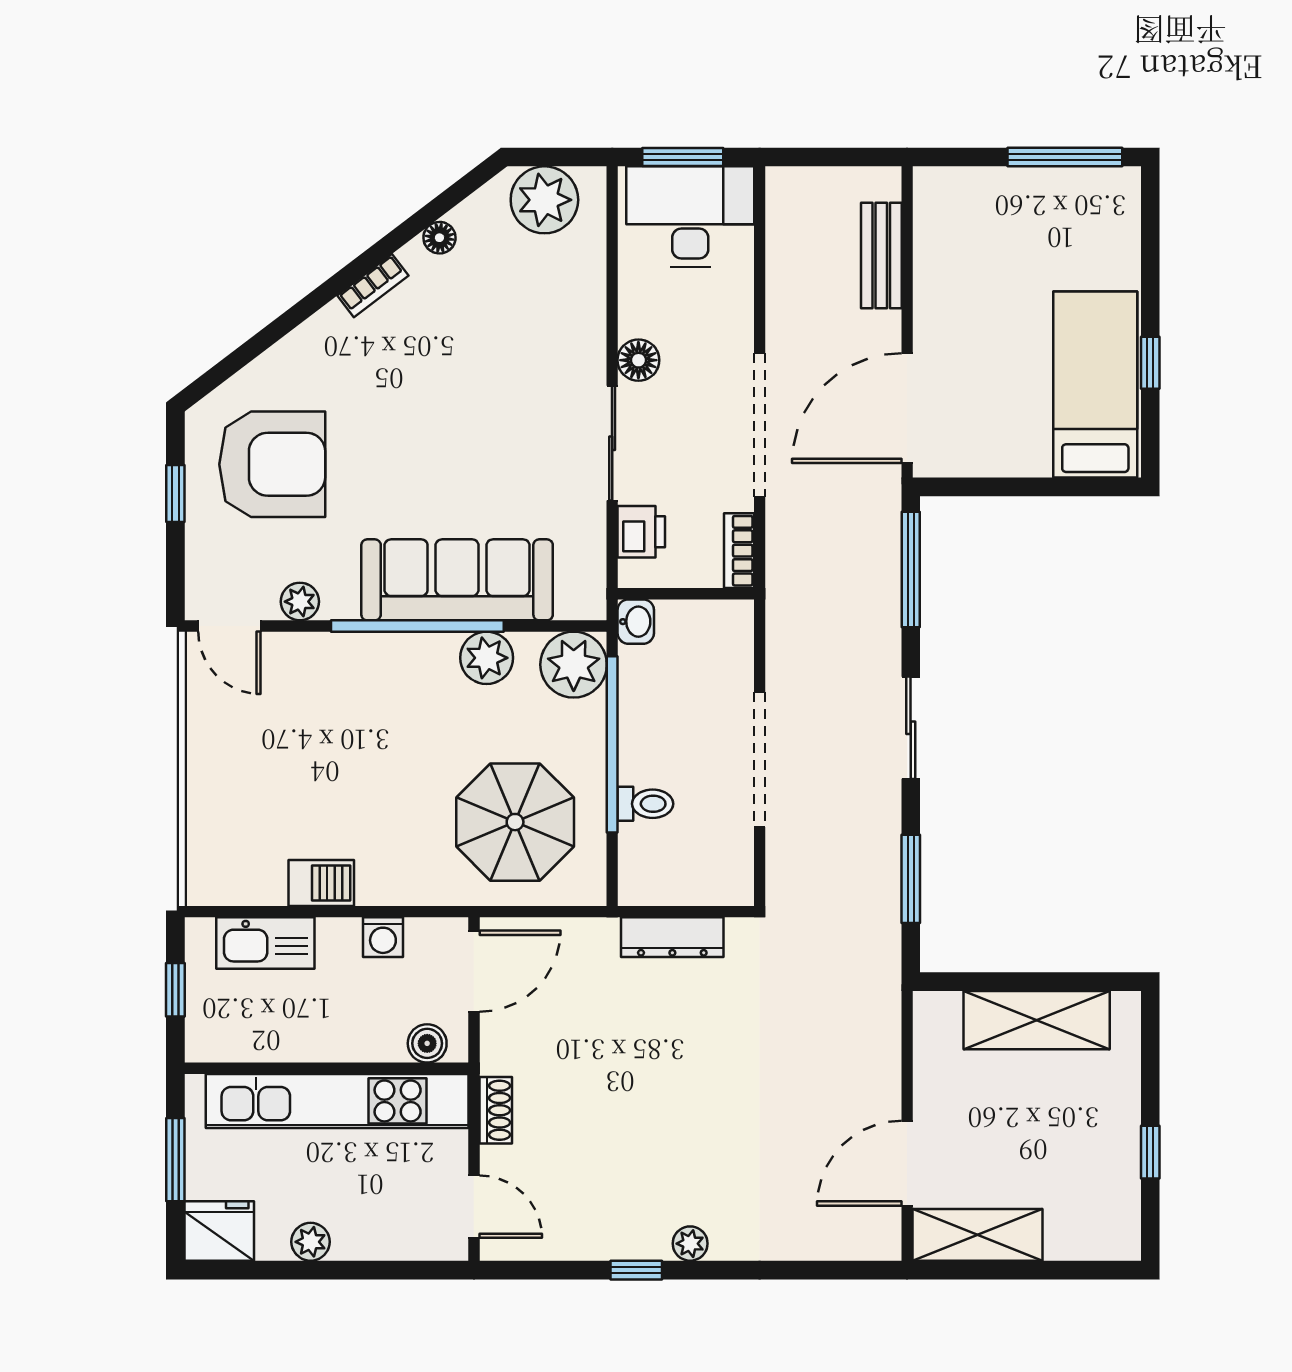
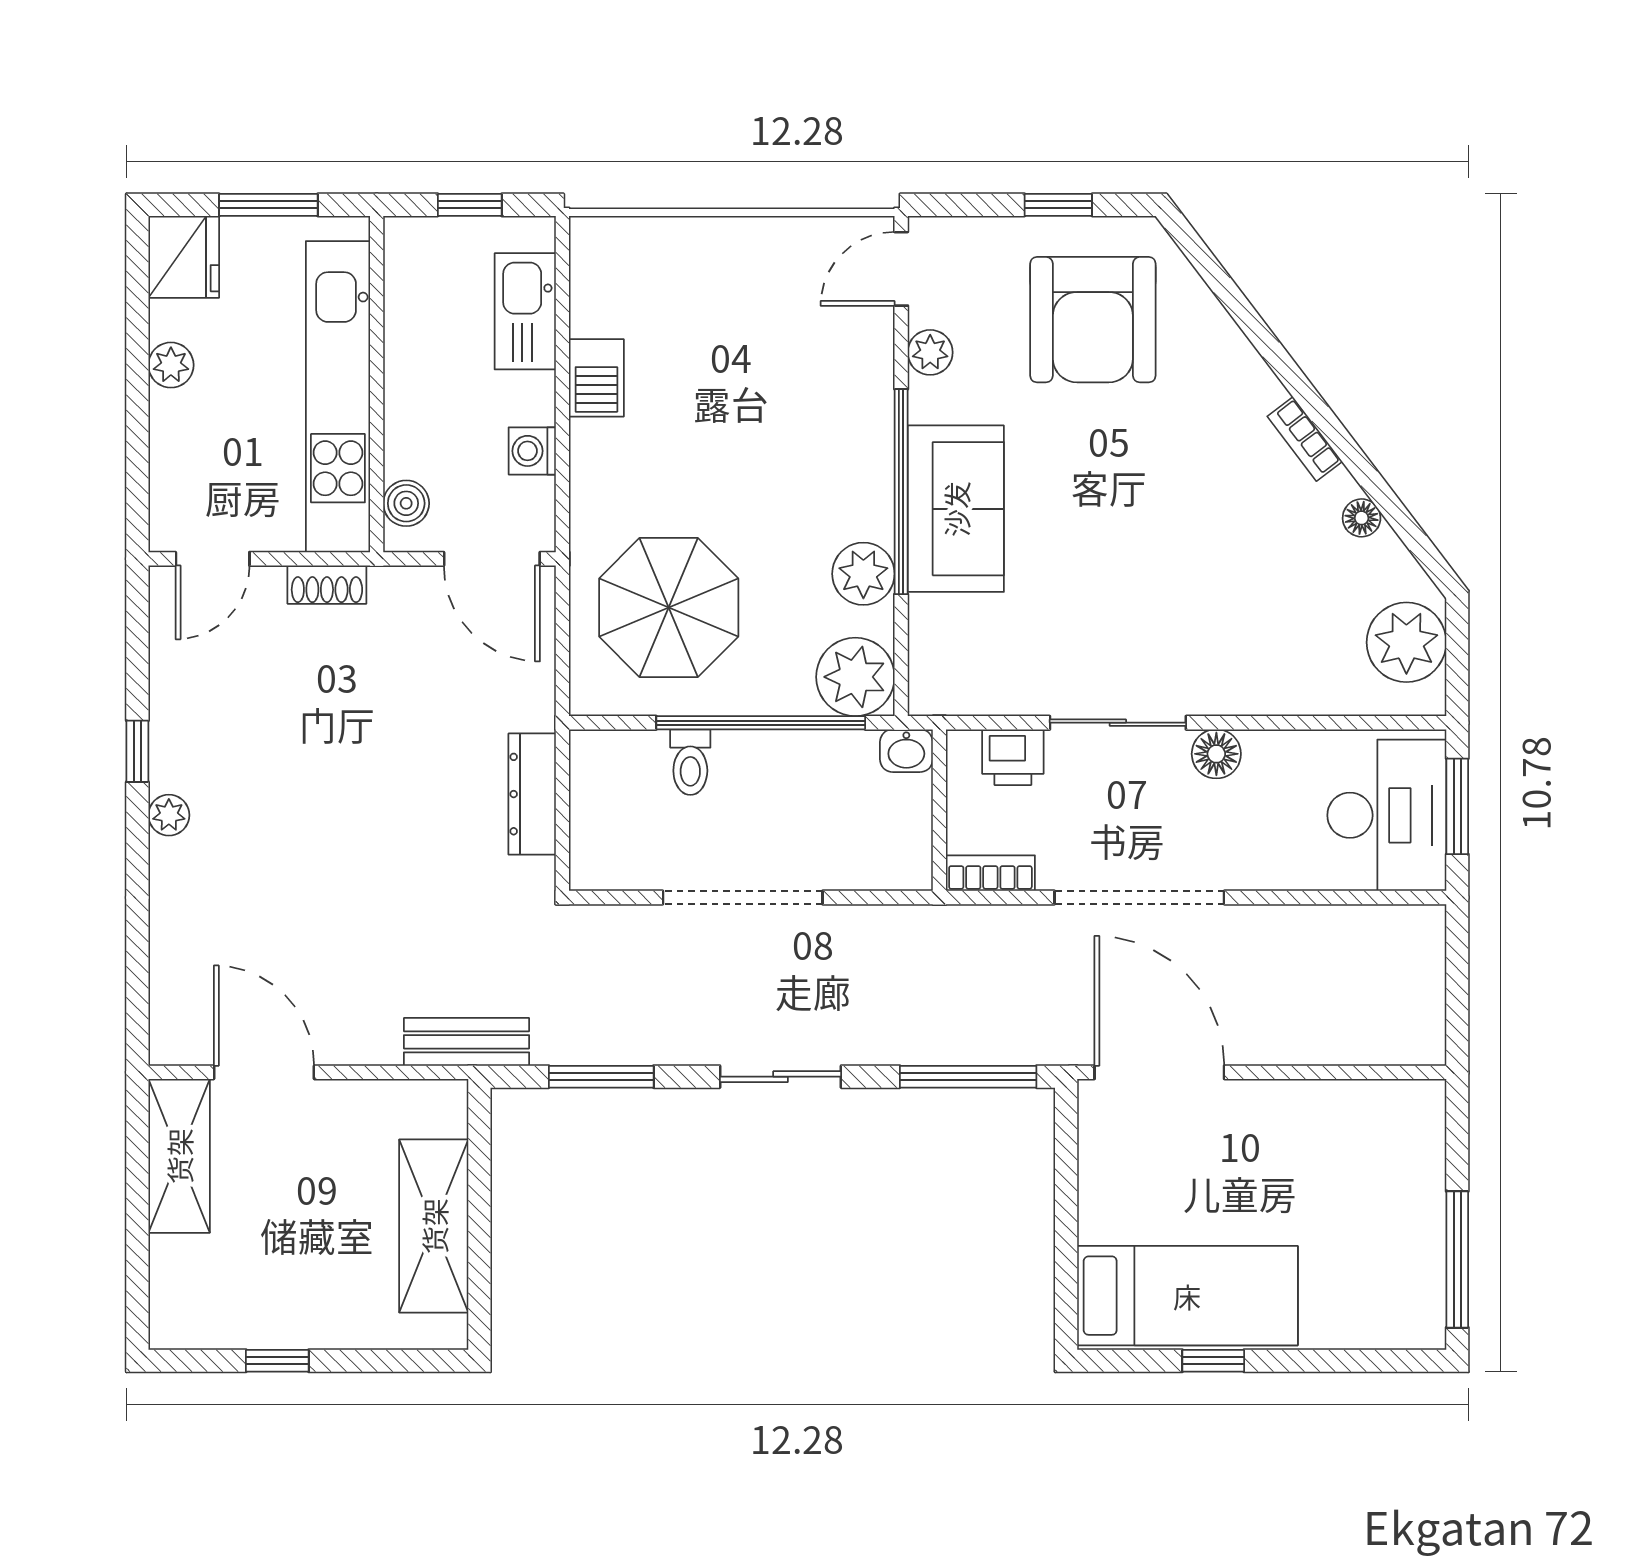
bench: (881, 256) -> (466, 1042), moved
sofa: (457, 580) -> (956, 509), width x0.73

